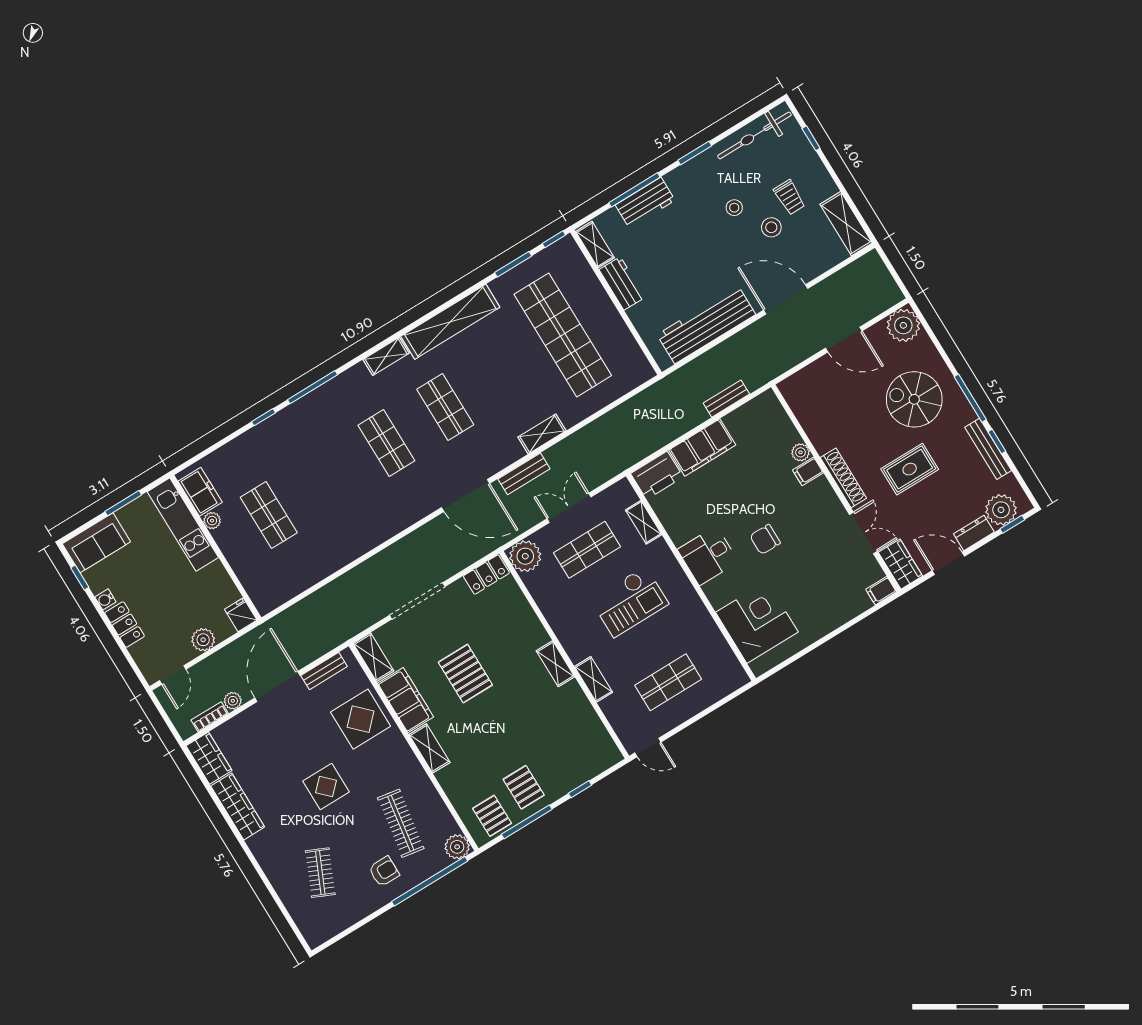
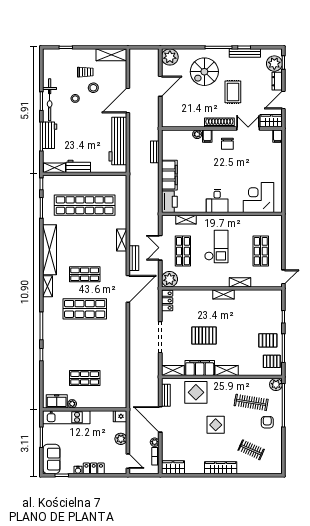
bicycle: (755, 135) -> (50, 100), moved
shop shelf: (386, 443) -> (85, 309), width x1.43, depth x1.36
chair: (765, 539) -> (227, 144), moved
wardrobe: (238, 807) -> (221, 468), moved

